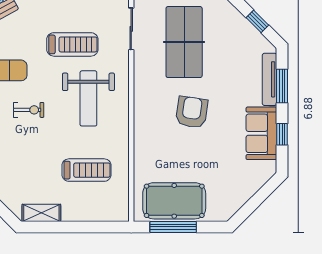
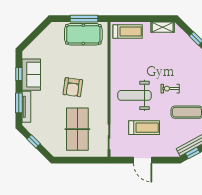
treadmill: (72, 44) -> (144, 128), turned 180
weight bench: (88, 98) -> (135, 95), turned -90
treadmill: (87, 170) -> (128, 32), moved, turned 180

